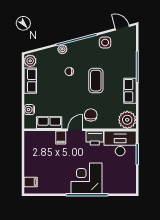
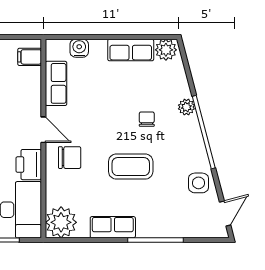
filing cabinet: (61, 137) -> (30, 57), moved

